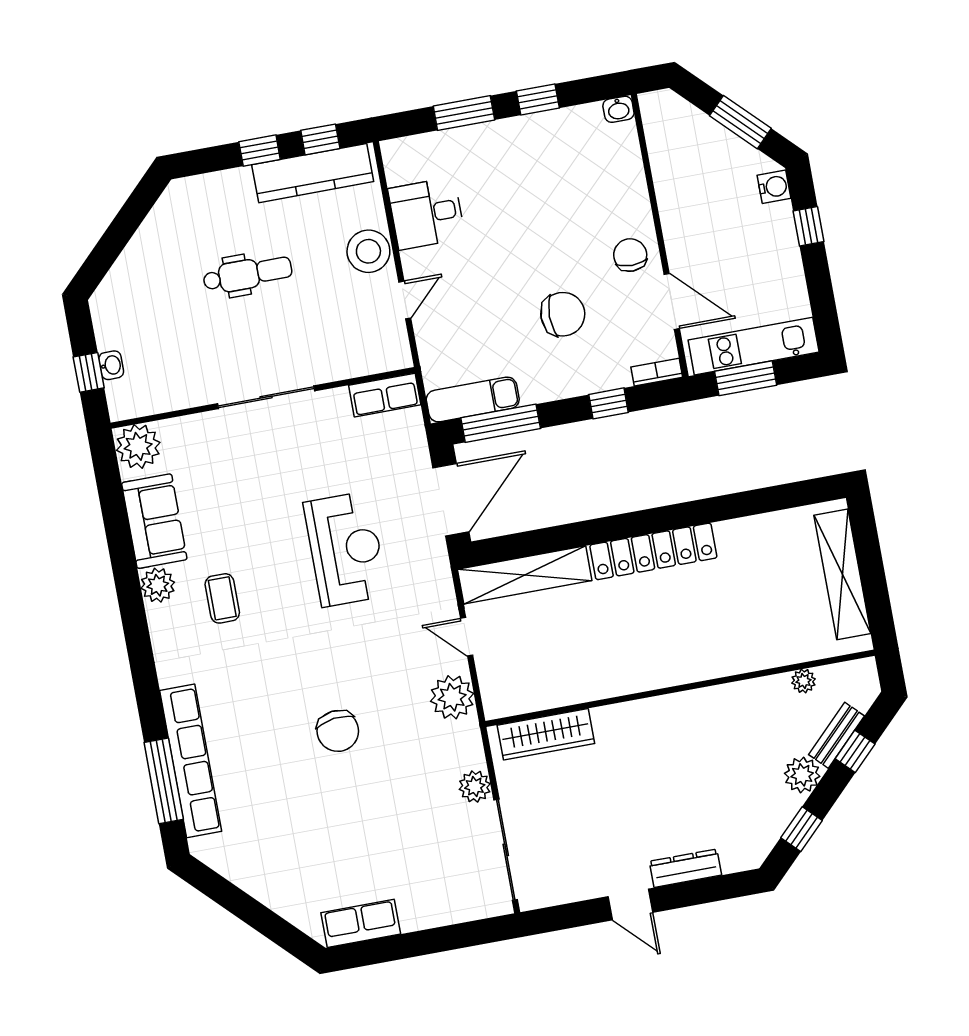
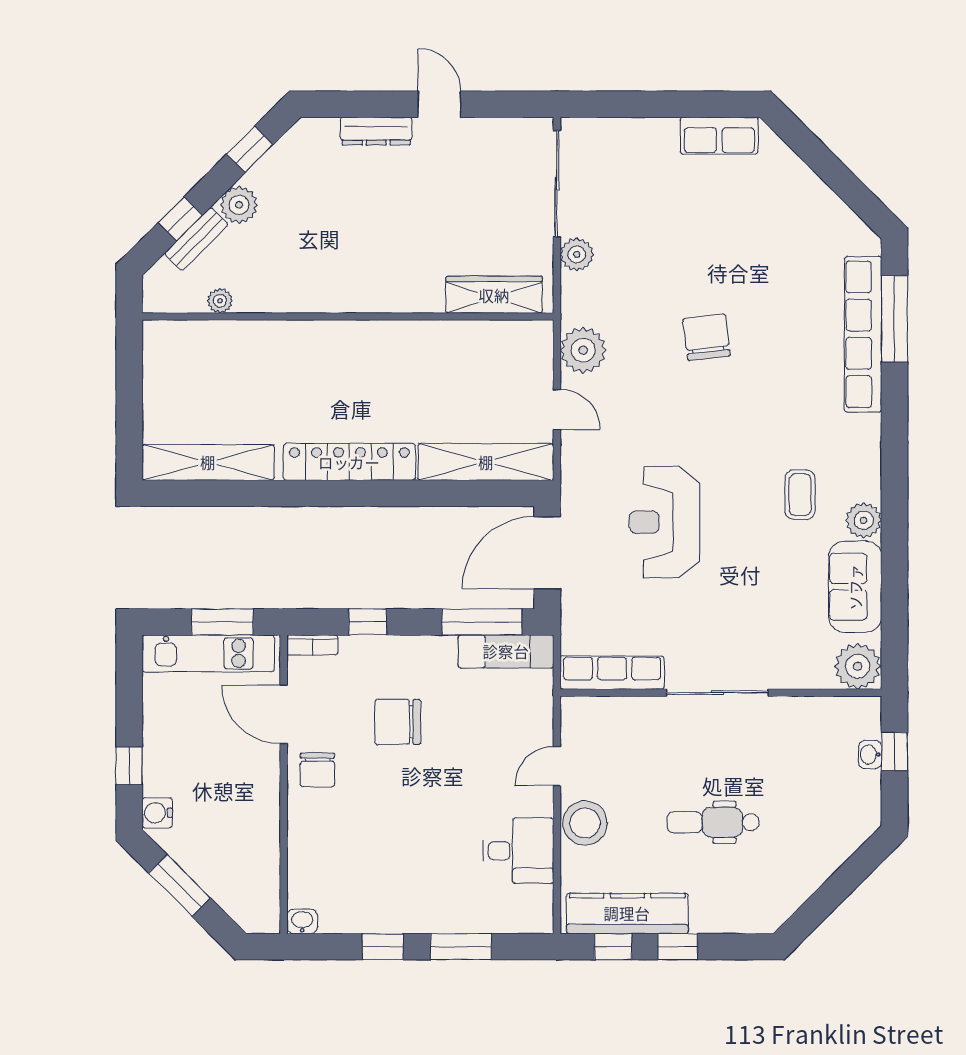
row of seats: (385, 395) -> (612, 673), width x1.48
shelving: (842, 574) -> (208, 462), moved, turned 90

